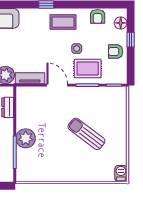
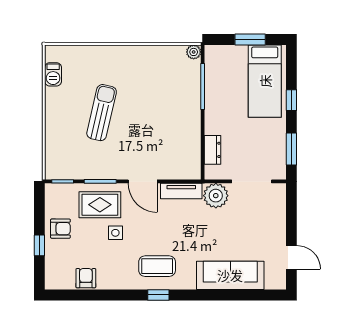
coffee table: (63, 22) -> (157, 266), moved
floor lamp: (121, 23) -> (53, 269), removed
sun lounger: (86, 134) -> (102, 113), turned -114
plant: (26, 138) -> (194, 52), moved, width x0.53, depth x0.53
barbecue: (121, 174) -> (53, 74), moved

